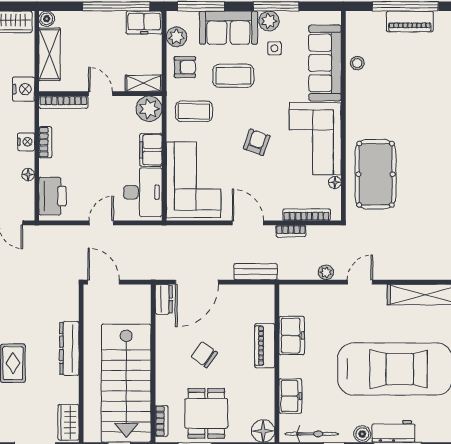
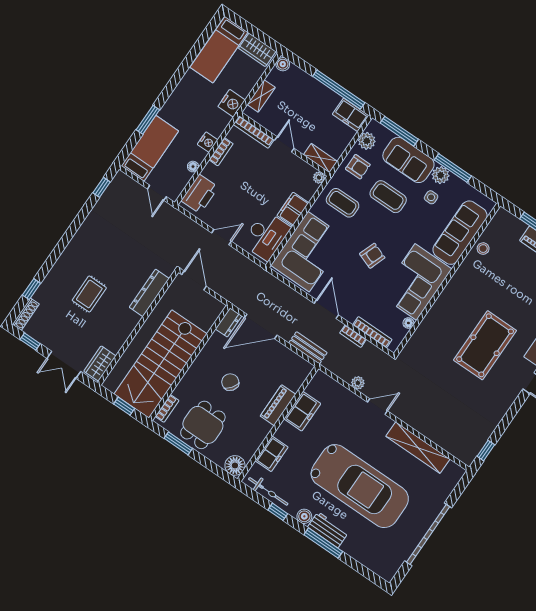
shelving: (49, 54) -> (261, 96), width x0.67, depth x0.75
plant: (149, 109) -> (319, 178), width x0.53, depth x0.53
pool table: (376, 174) -> (485, 345), moved
dresser: (69, 348) -> (149, 293), moved

